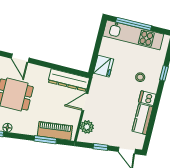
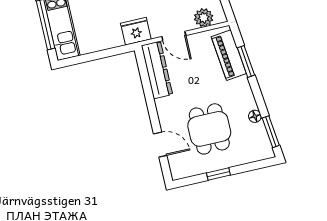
door: (20, 58) -> (160, 145), hinge flipped
fridge: (104, 66) -> (136, 31), moved

